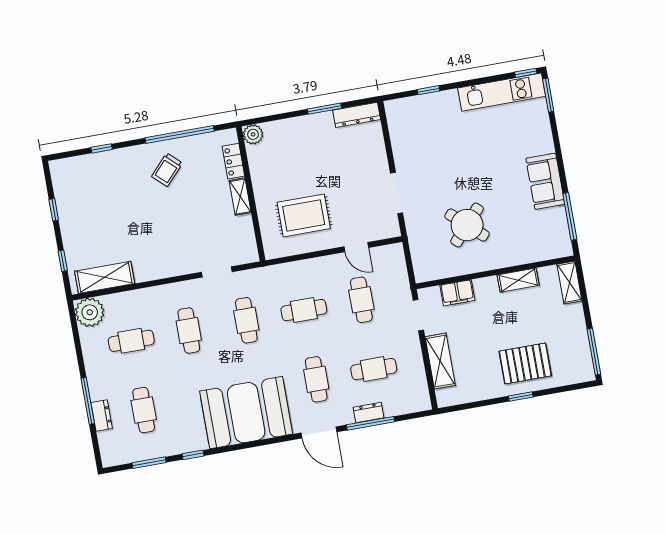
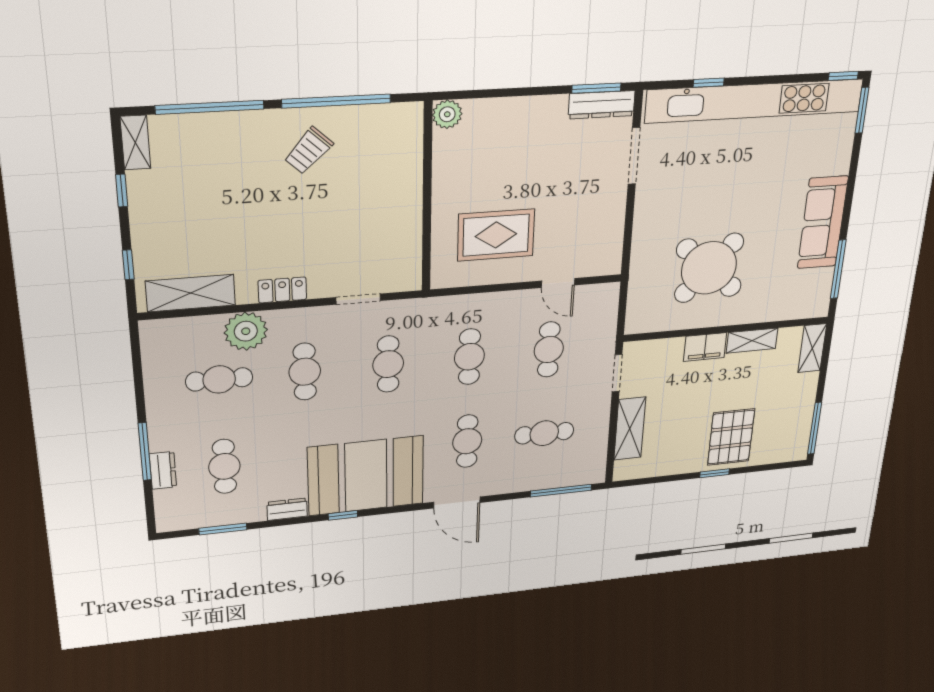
kitchen unit: (502, 92) -> (755, 101), width x1.86
window: (325, 109) -> (596, 88), moved
window: (101, 148) -> (210, 107), width x3.17
locker: (233, 161) -> (282, 290), moved, turned 90
sofa: (545, 181) -> (823, 223), width x1.36
doorway: (397, 193) -> (634, 156), moved
shelving: (240, 197) -> (135, 143), moved
round table: (467, 225) -> (709, 268), width x1.36, depth x1.36
filing cabinet: (457, 293) -> (705, 347), moved
cafe table: (304, 310) -> (469, 357), turned 90
plant: (90, 312) -> (246, 331), moved
pallet: (525, 363) -> (731, 437), turned 90
dresser: (369, 413) -> (287, 509), moved
window: (370, 423) -> (561, 491), moved
window: (193, 455) -> (343, 515), moved

